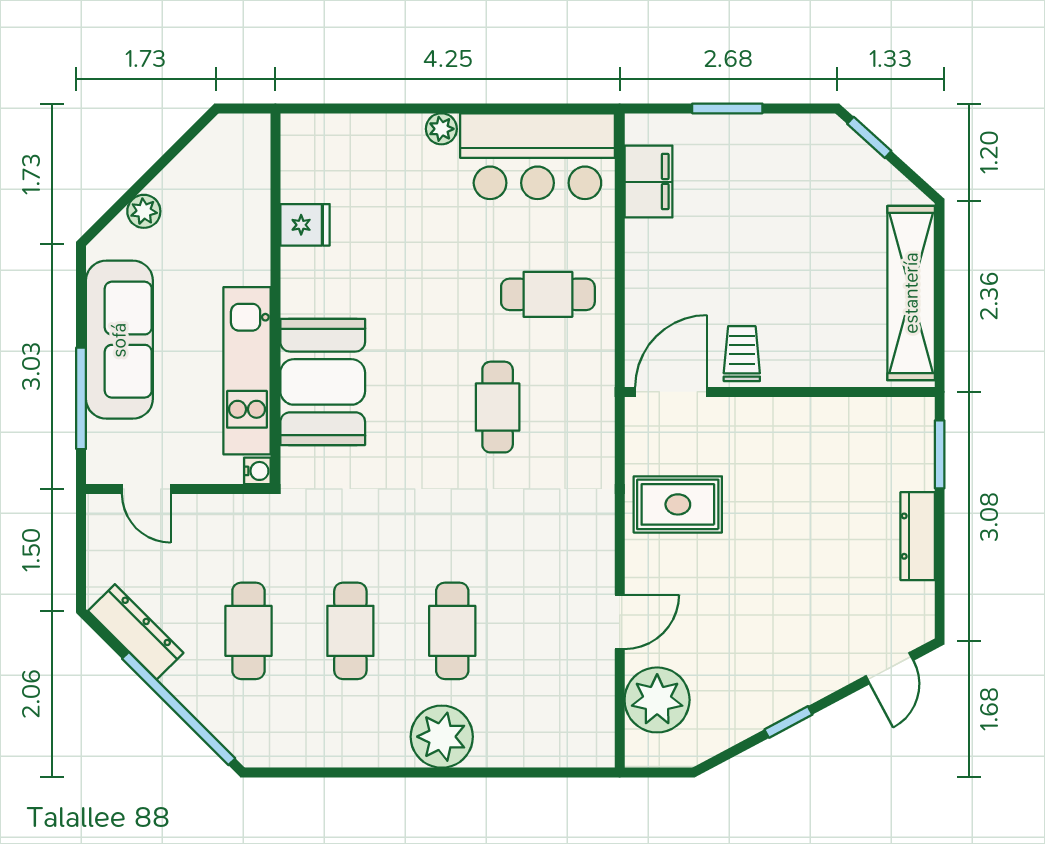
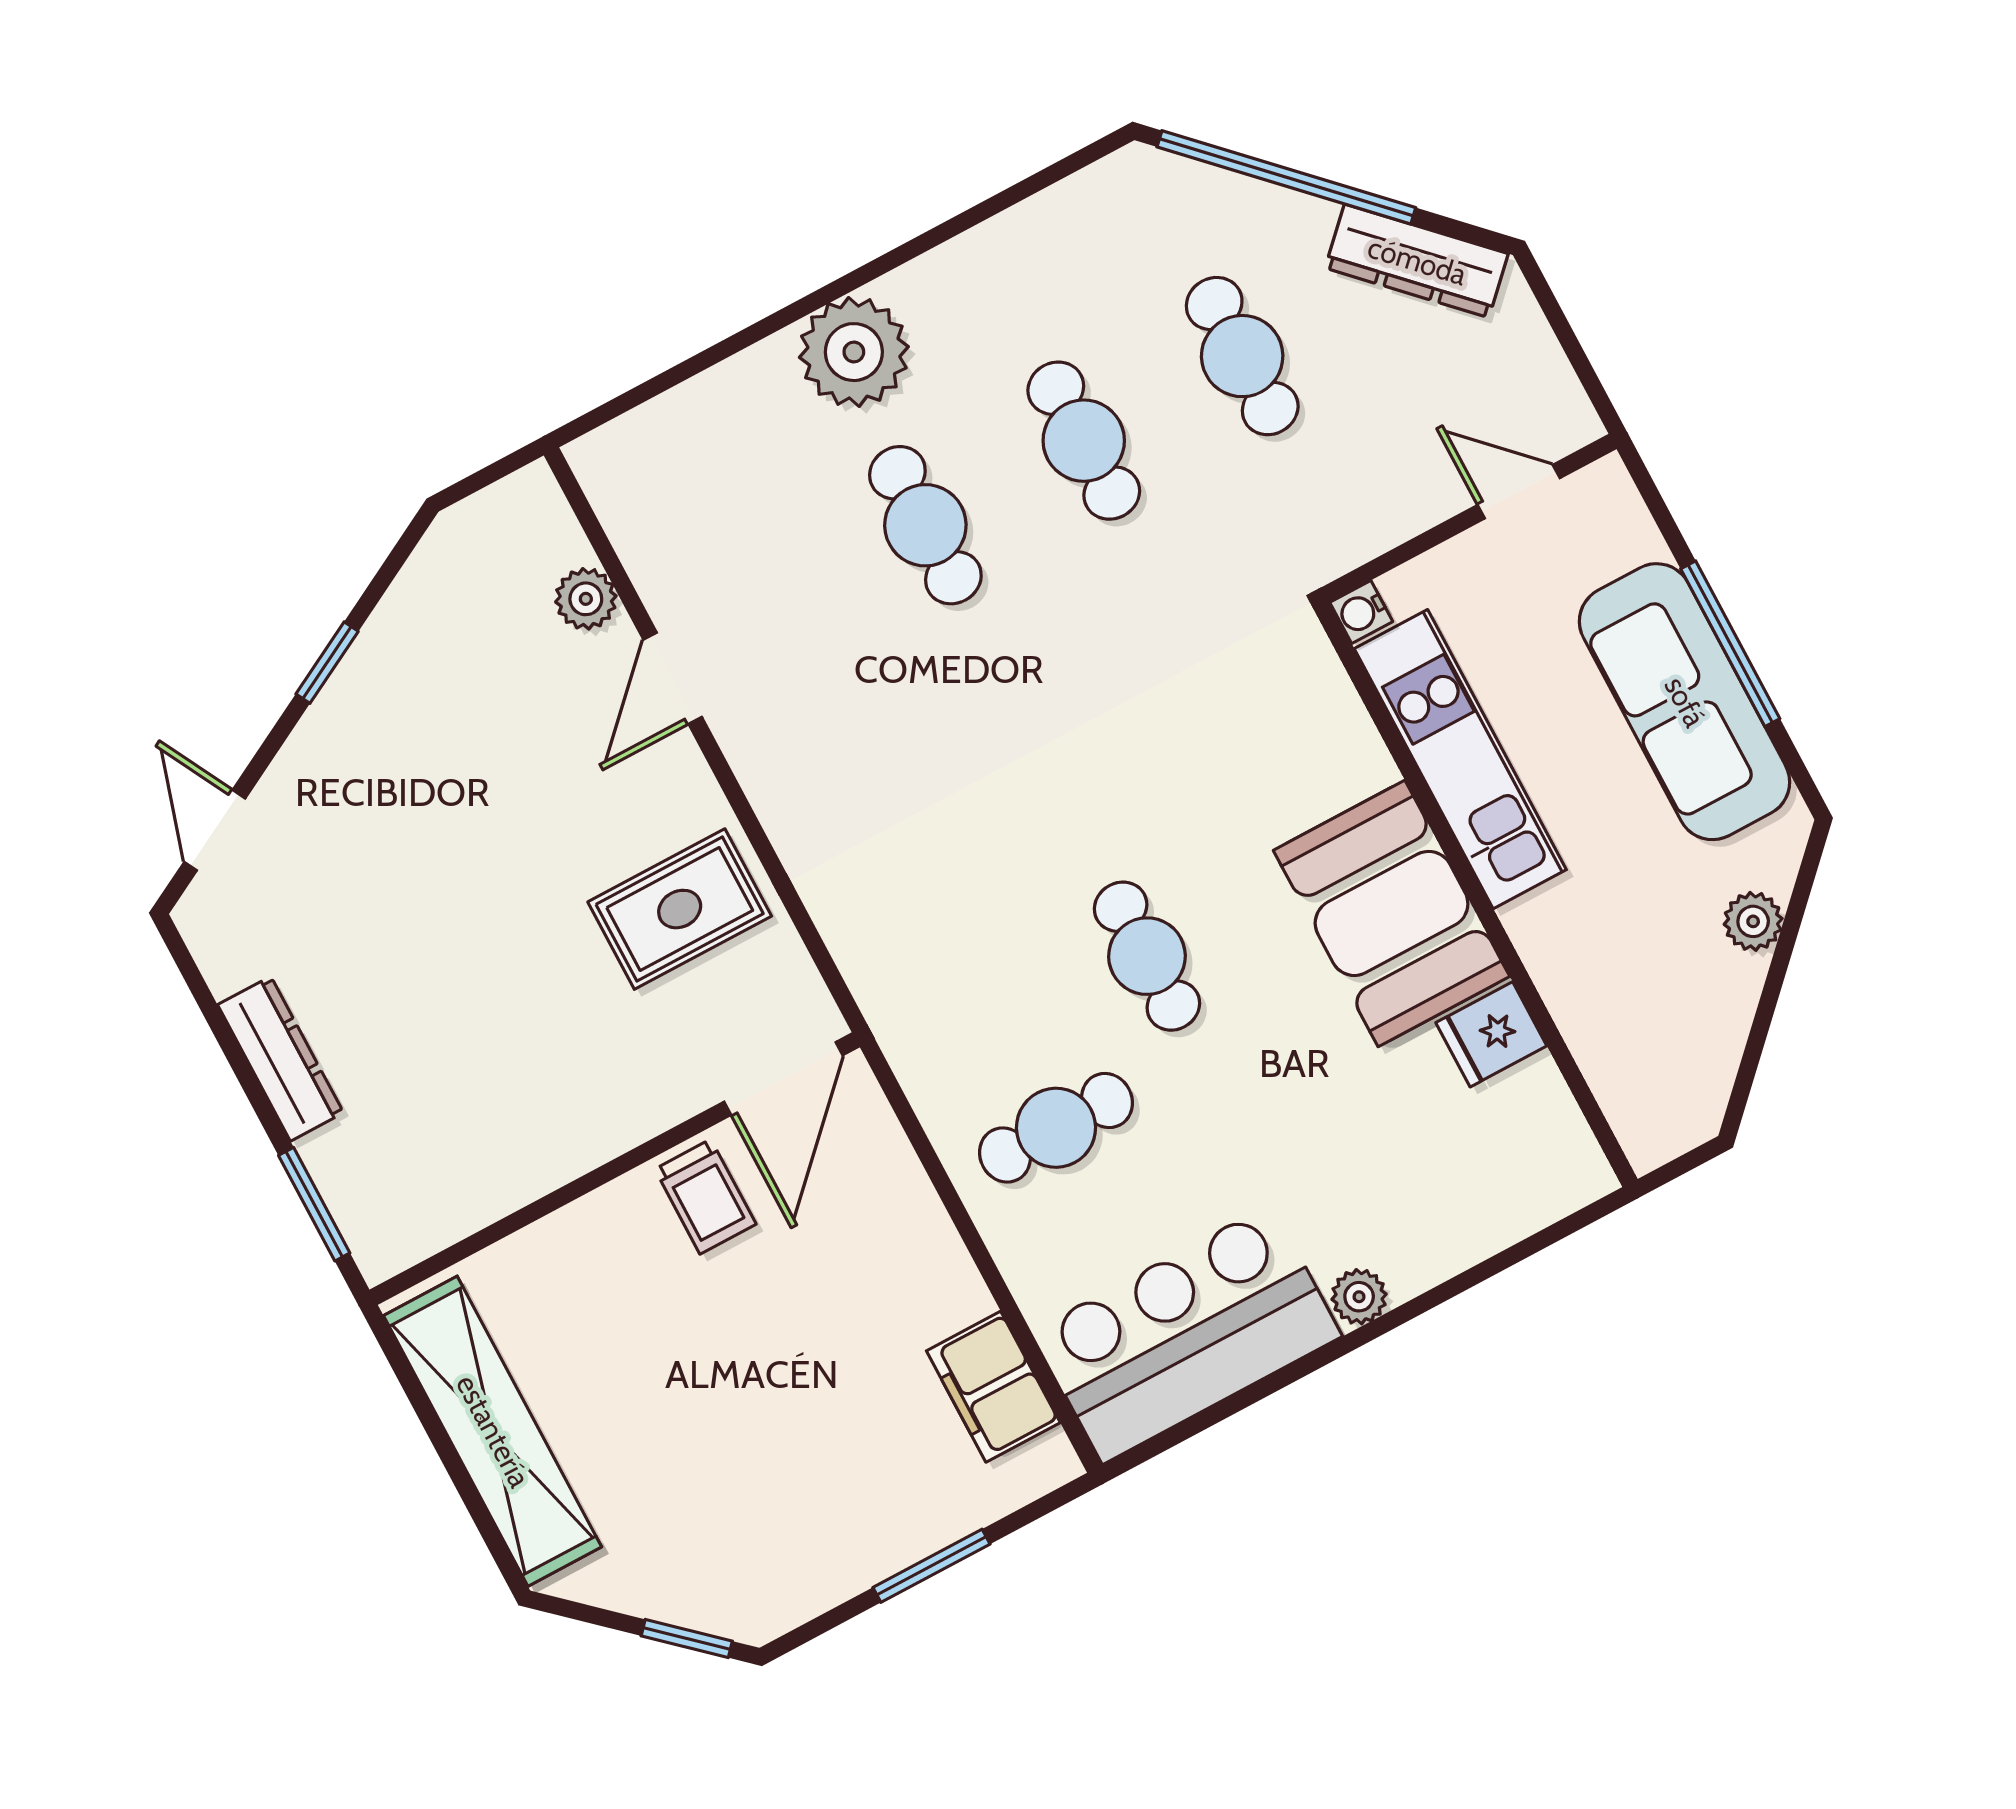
booth: (323, 382) -> (1392, 913), moved
window: (81, 398) -> (1730, 644), moved
cafe table: (498, 407) -> (1147, 956), moved
plant: (657, 700) -> (586, 599), width x0.53, depth x0.53

